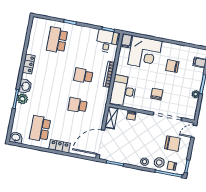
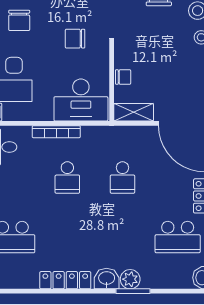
locker: (29, 64) -> (65, 280), width x1.53

